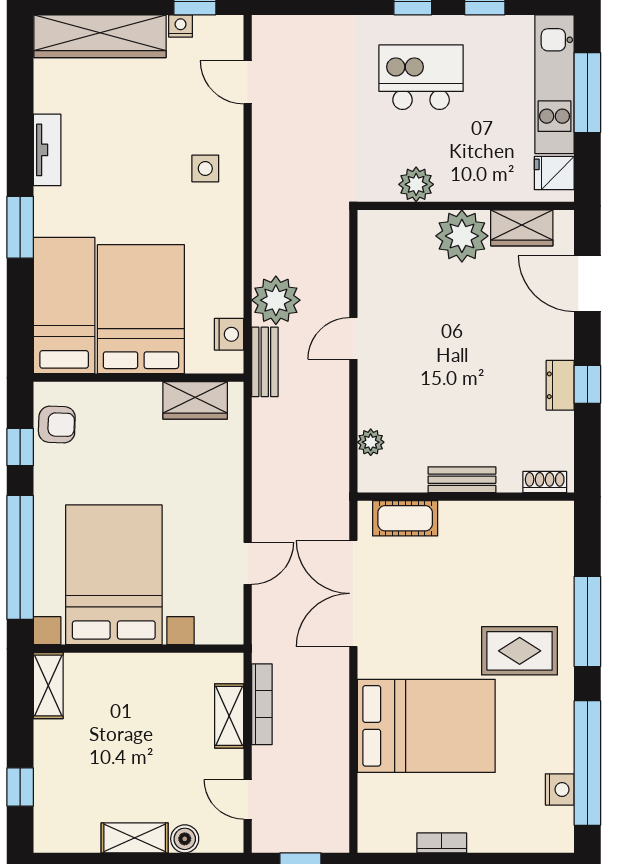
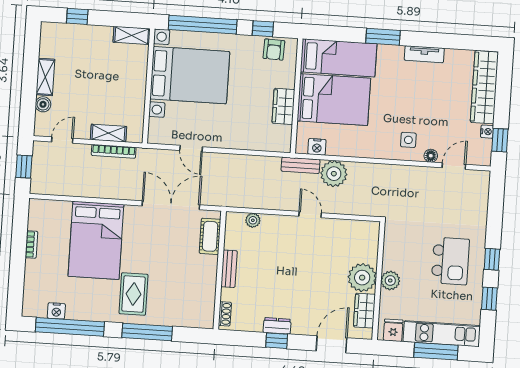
floor lamp: (231, 126) -> (431, 156), added
plant: (416, 184) -> (390, 281), moved
wardrobe: (195, 400) -> (283, 106), moved

